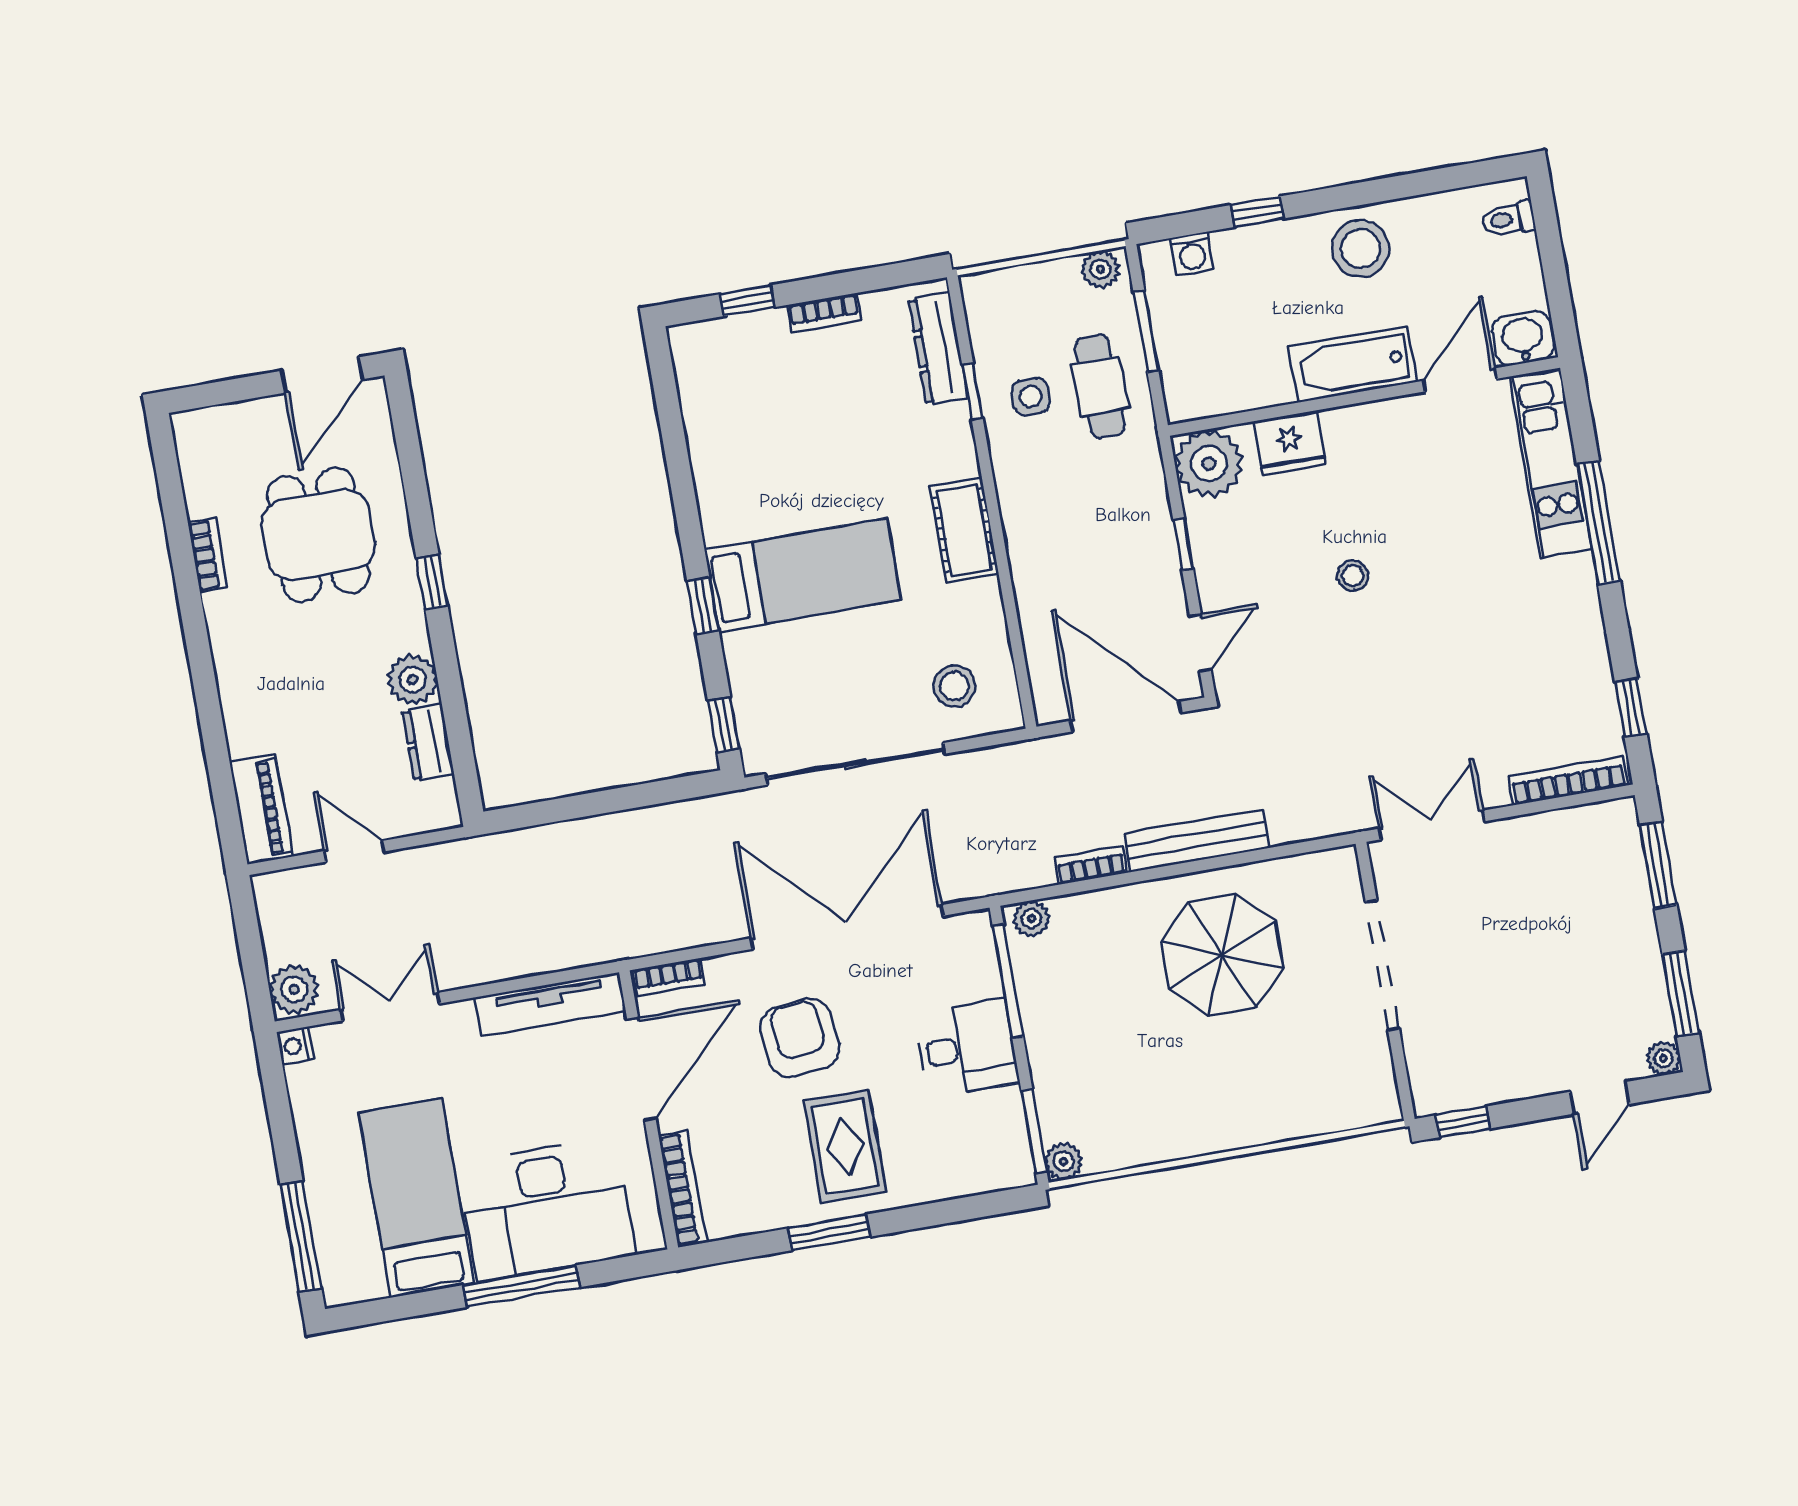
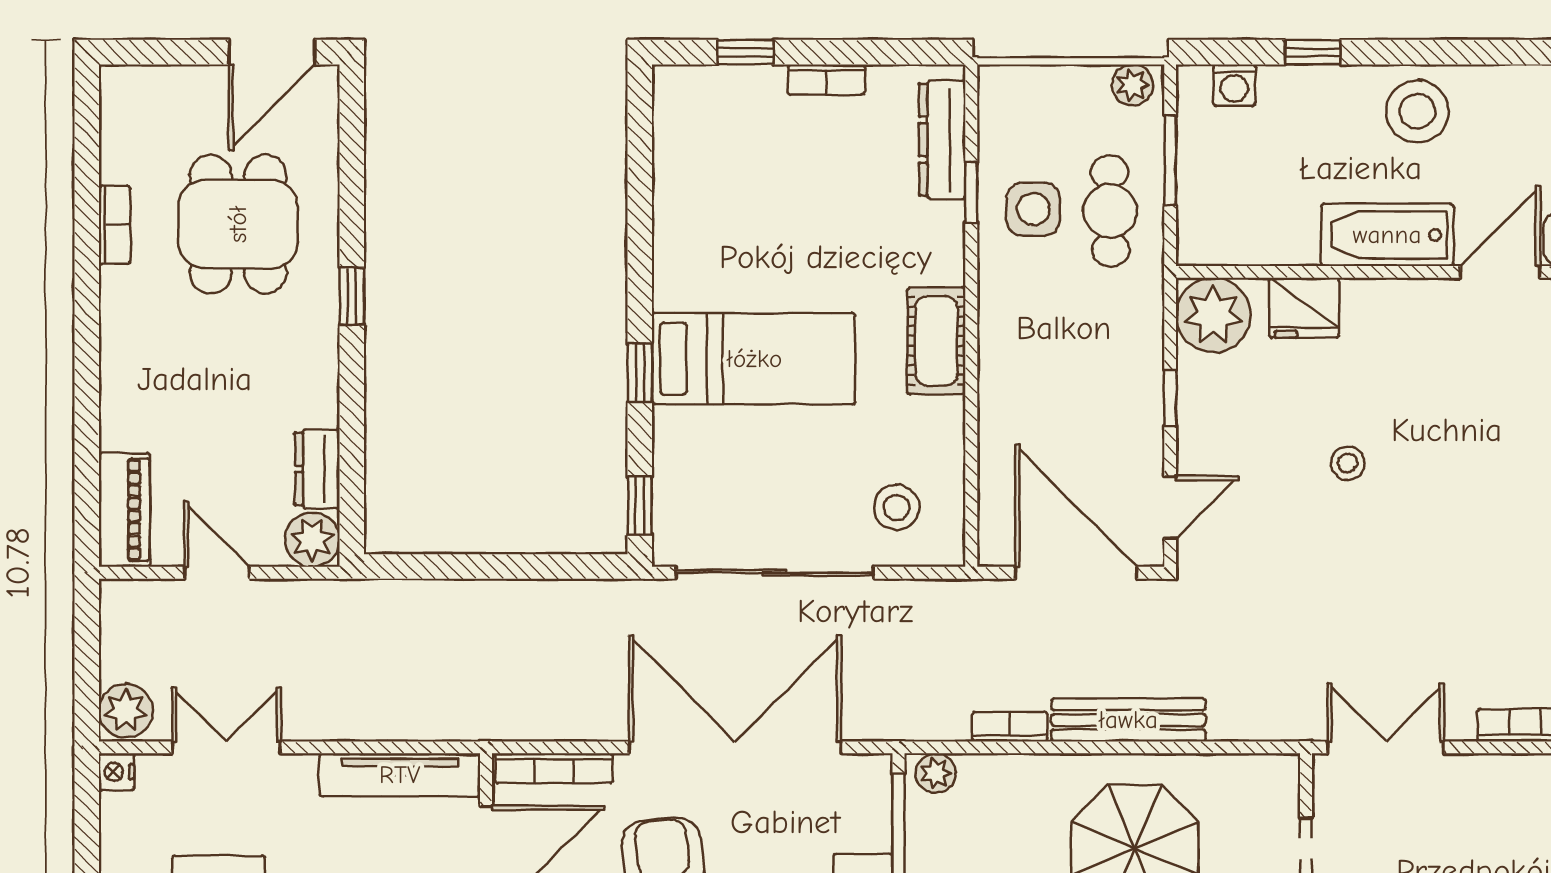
side table: (1031, 397) -> (1033, 209), width x1.37, depth x1.37
plant: (413, 680) -> (312, 540), moved
bookcase: (669, 977) -> (554, 768), width x1.56

